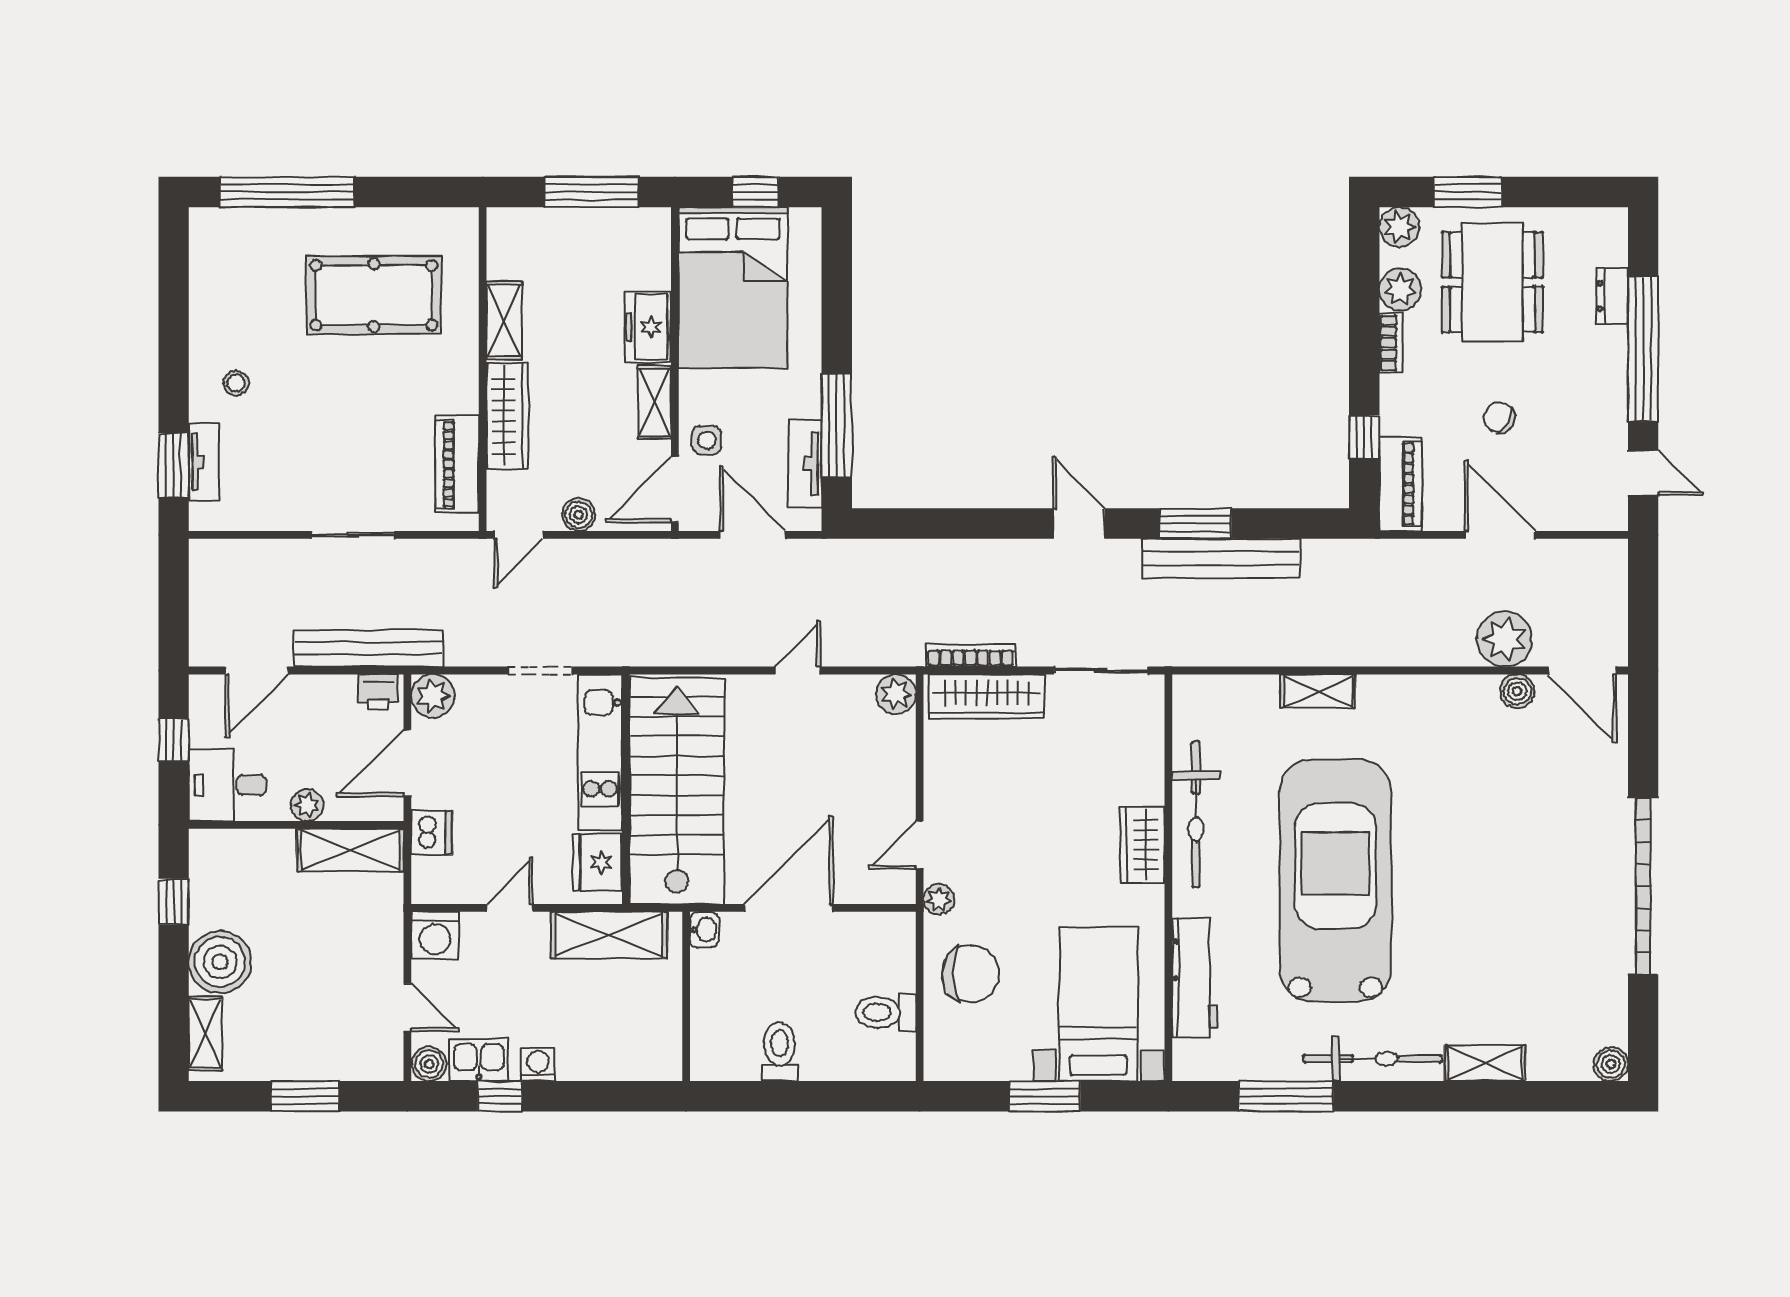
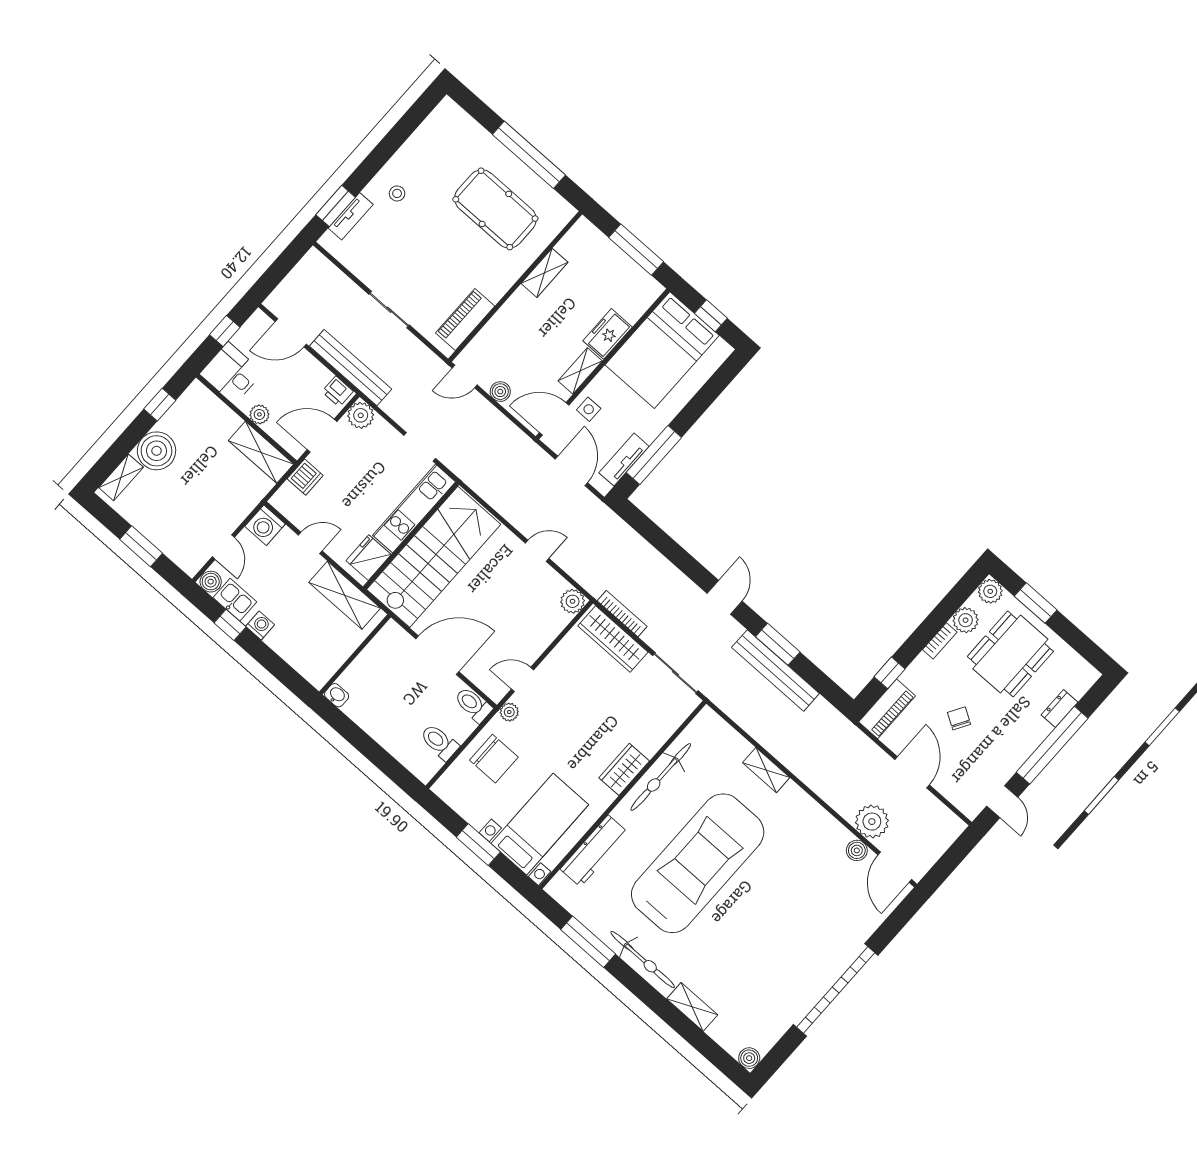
window: (287, 192) -> (529, 155), moved
wardrobe: (507, 416) -> (507, 318), removed
washbasin: (704, 930) -> (337, 695), moved, turned -90
toilet: (780, 1052) -> (473, 705), moved, turned -90

